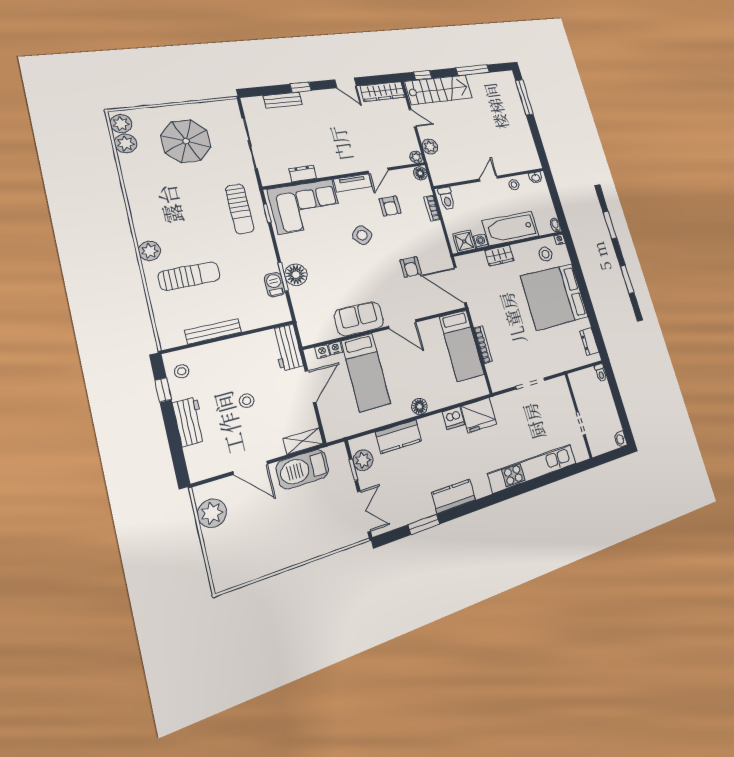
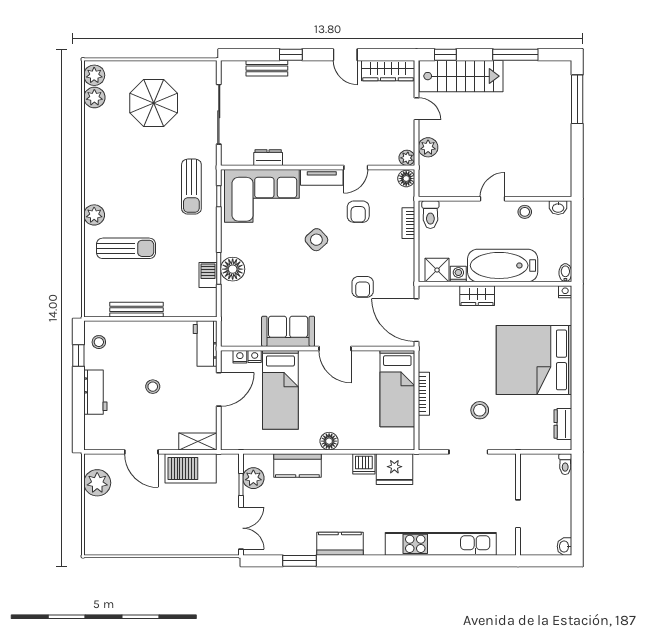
stool: (546, 254) -> (480, 410), moved

